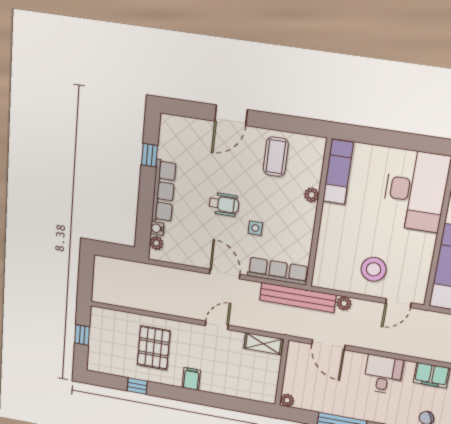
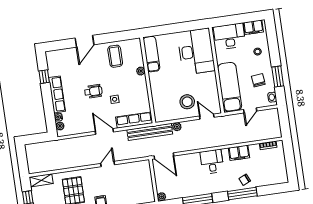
door: (398, 303) -> (207, 117), swing flipped
shelving: (263, 344) -> (41, 180), moved
door: (328, 345) -> (164, 156), moved

